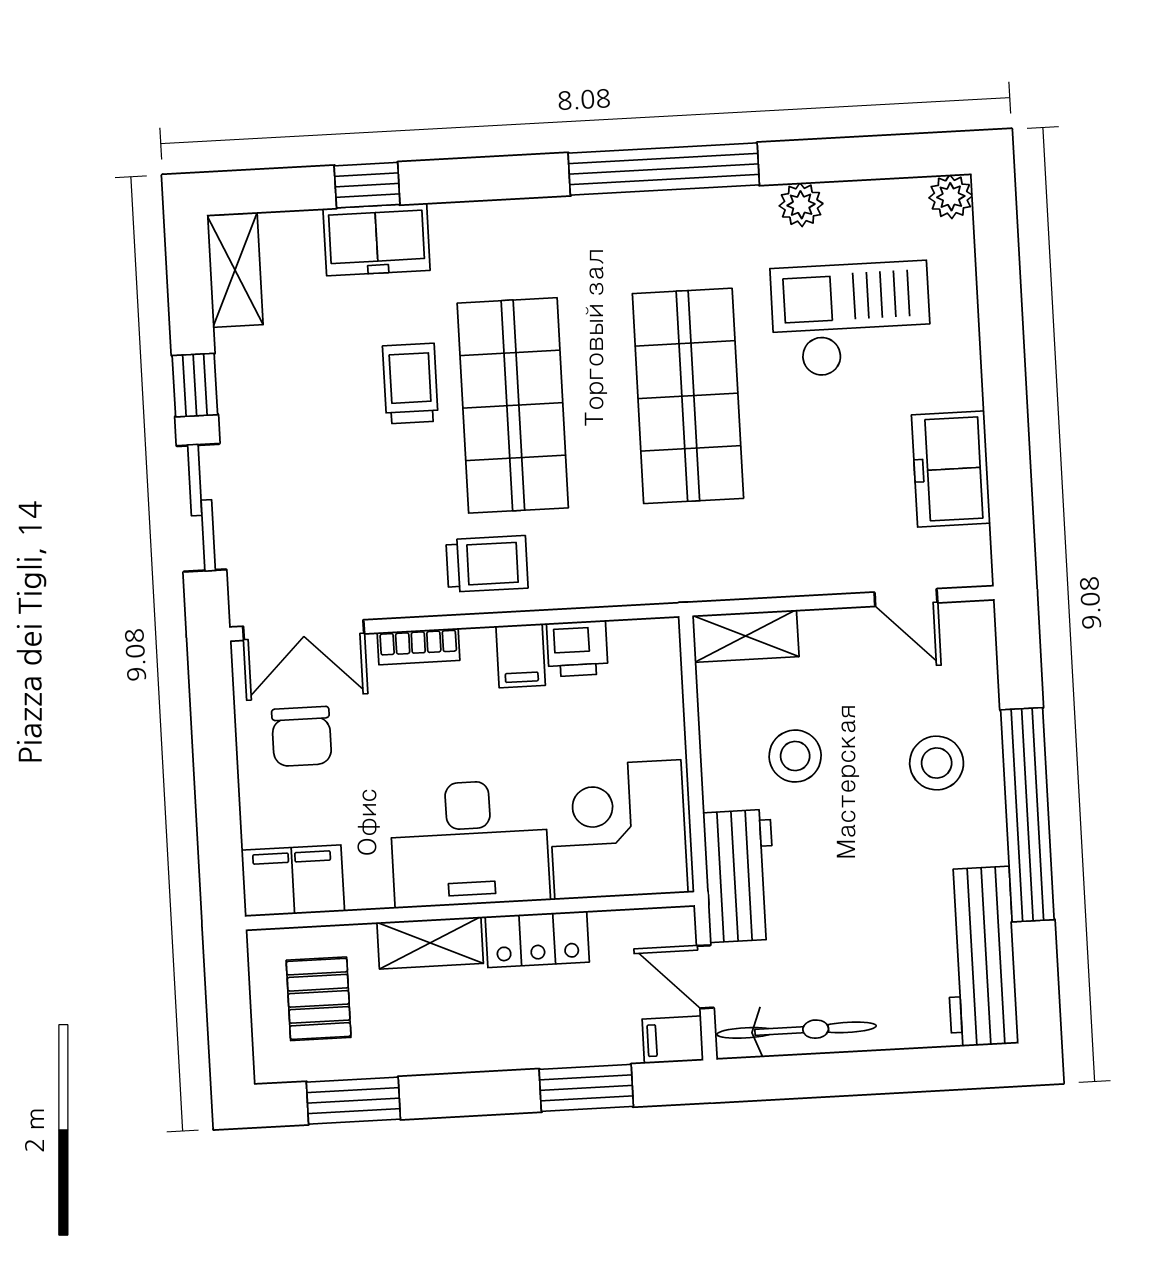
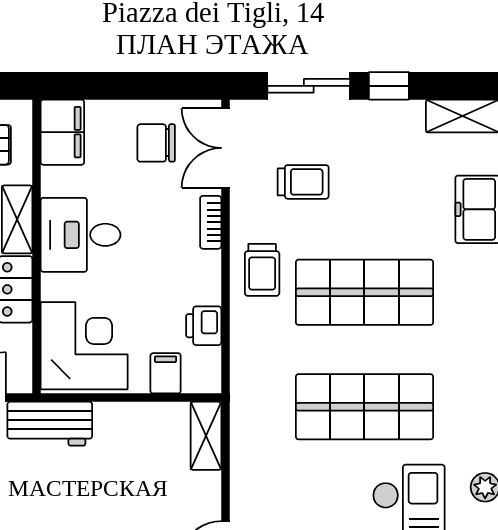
trolley: (410, 384) -> (303, 182), moved
filing cabinet: (521, 656) -> (166, 373), moved, turned 90
stool: (795, 756) -> (126, 464), removed
desk: (470, 843) -> (81, 235), width x0.73

